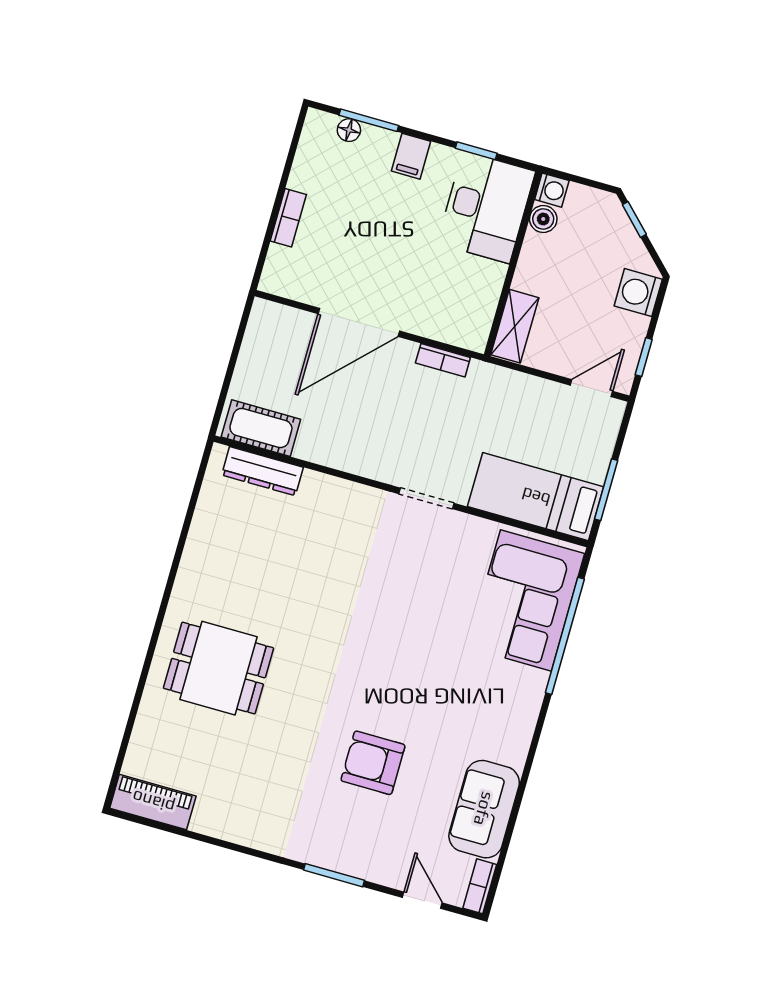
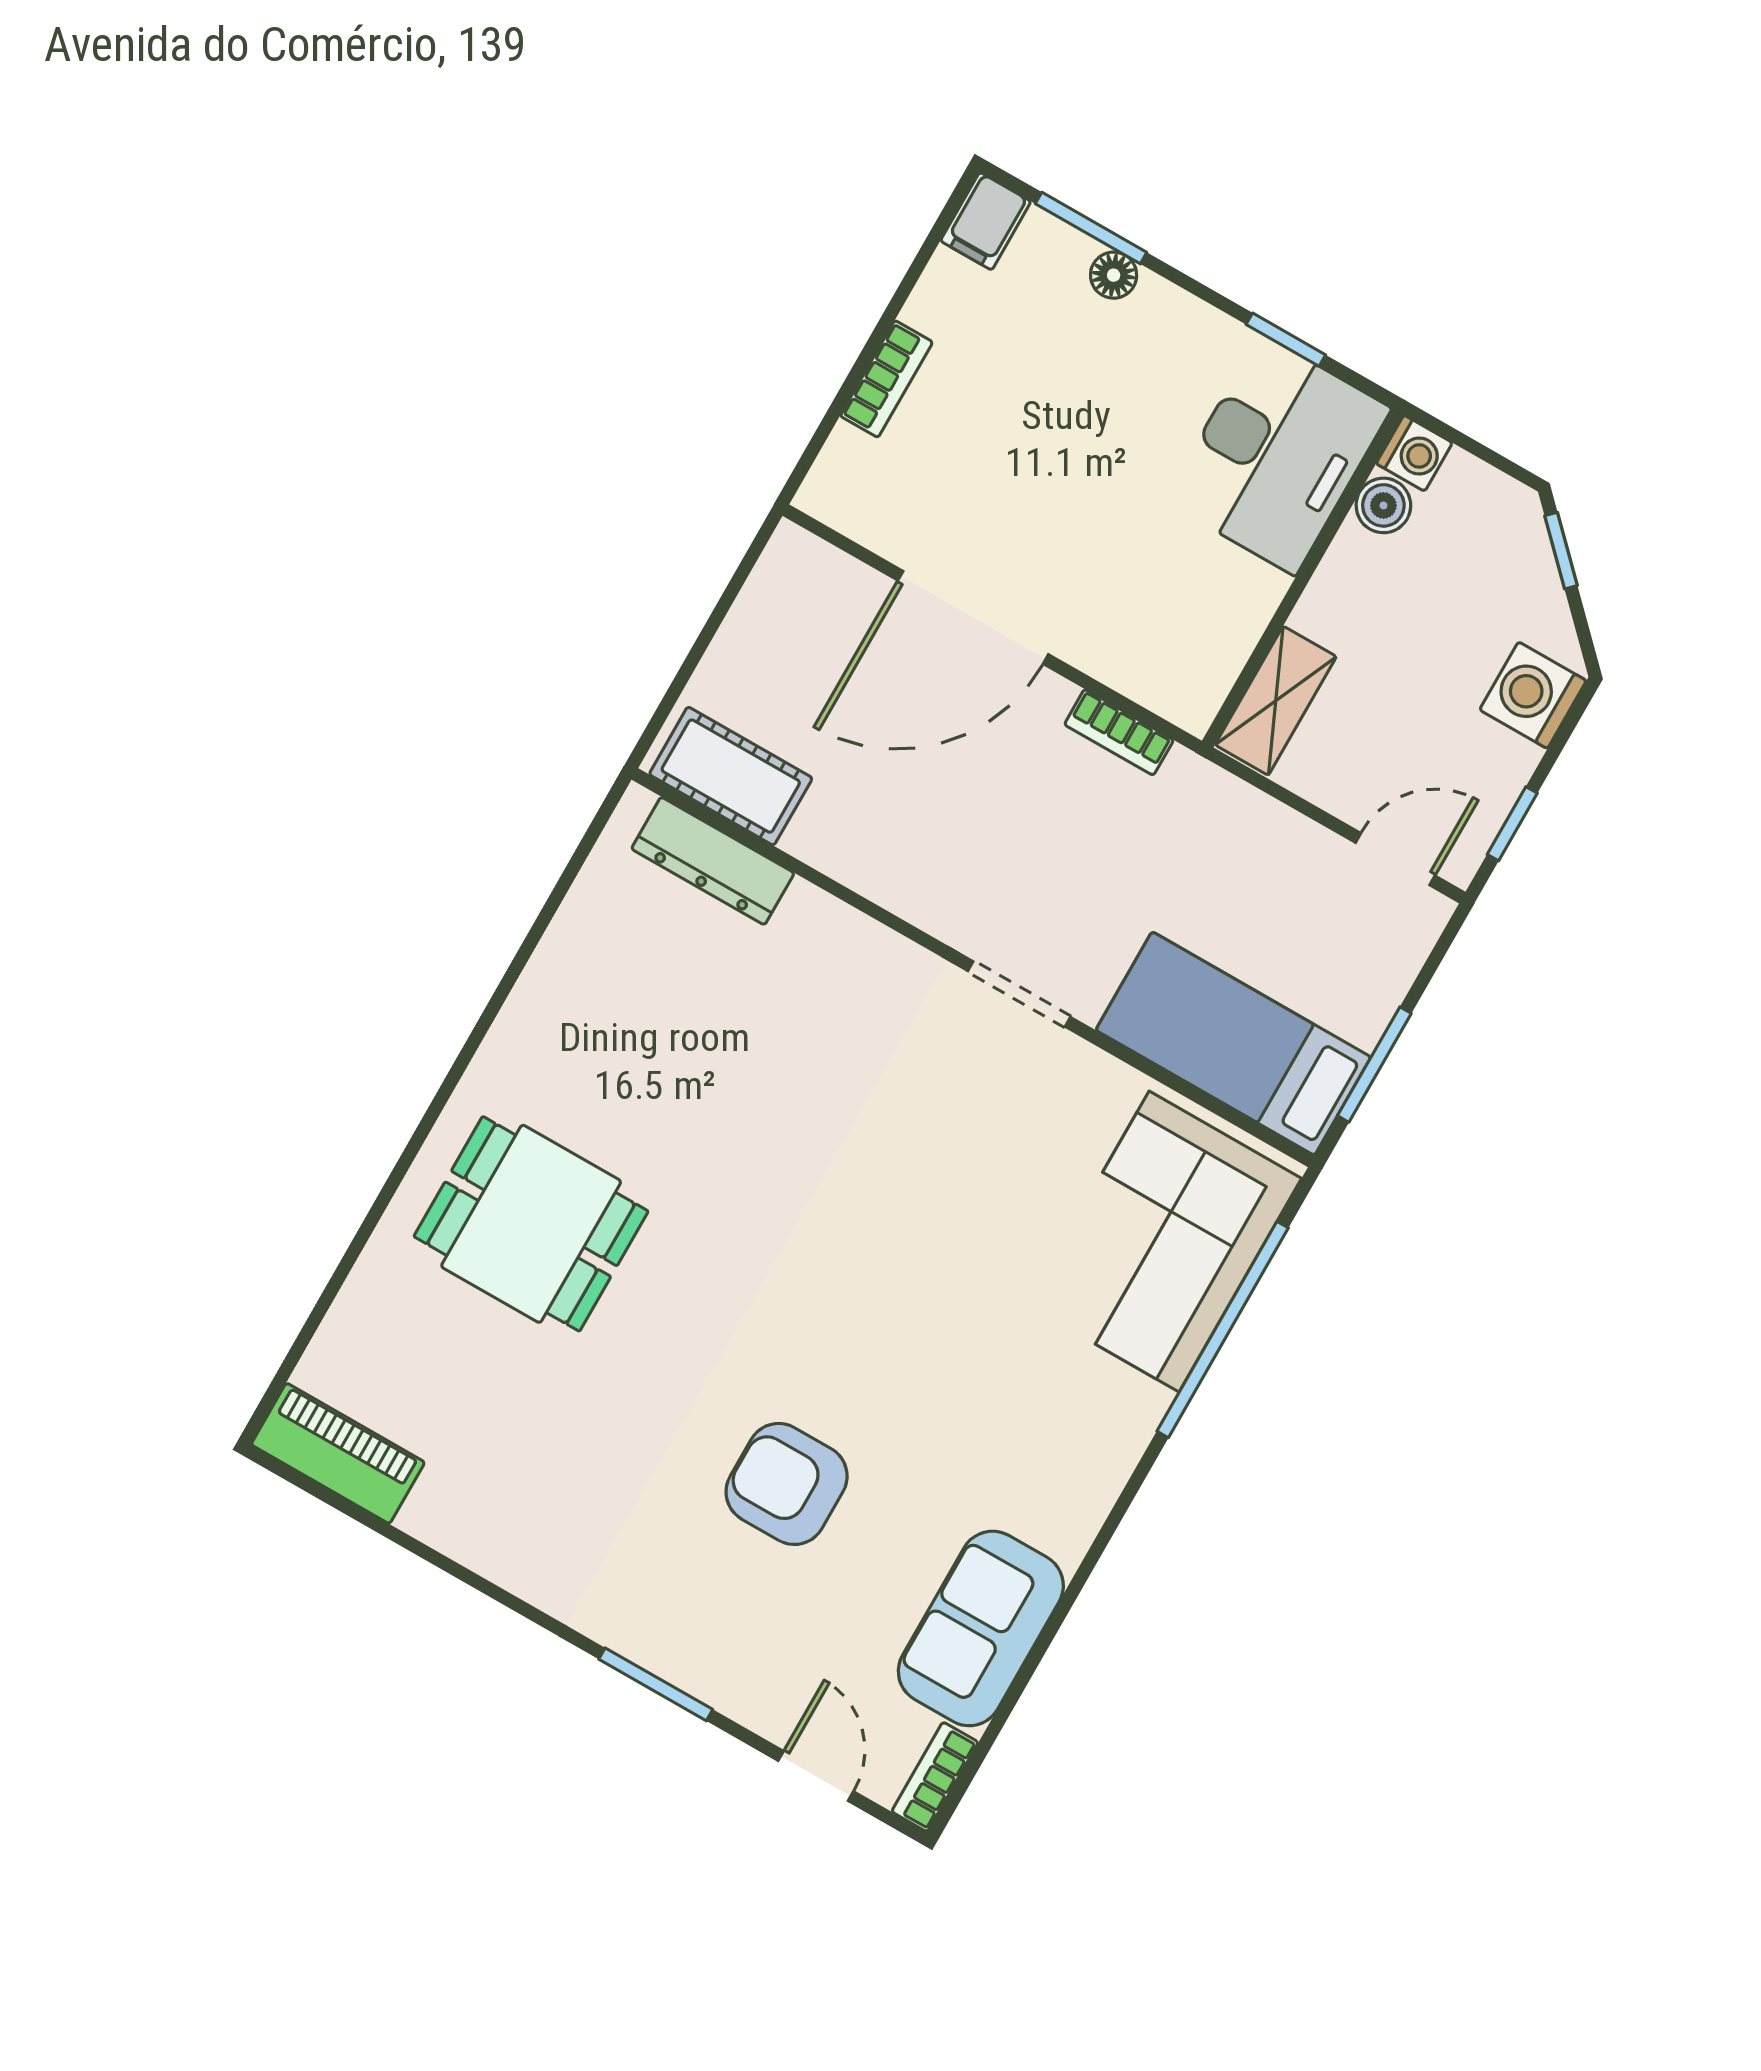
floor lamp: (349, 130) -> (1114, 275), moved
filing cabinet: (411, 156) -> (986, 221), moved

